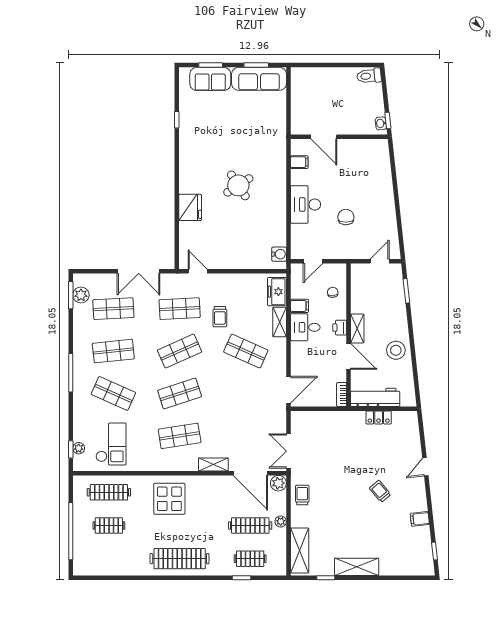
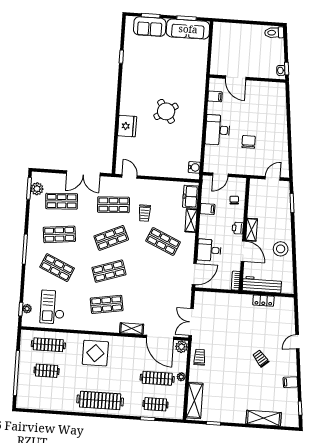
desk: (305, 327) -> (209, 250), moved
checkout: (111, 444) -> (53, 307), turned 180
shelving: (357, 567) -> (264, 418), moved

